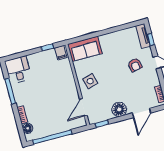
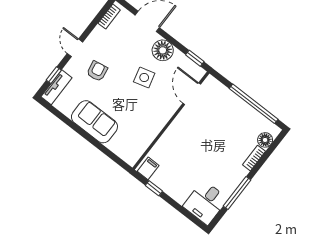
sofa: (85, 49) -> (94, 122), moved
side table: (90, 81) -> (144, 77), moved
door: (83, 107) -> (192, 94), swing flipped

